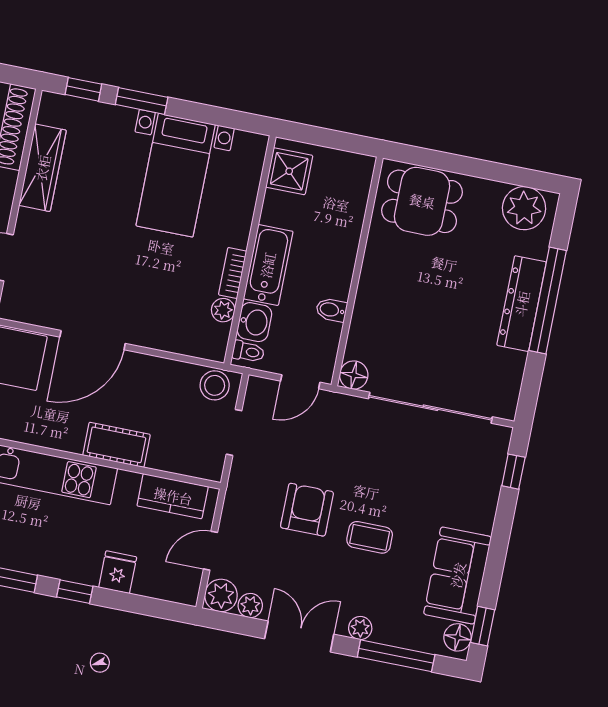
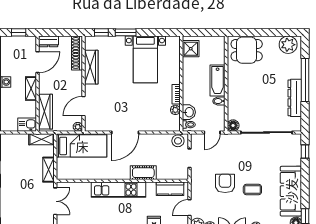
bathtub: (268, 265) -> (218, 80), moved, turned 180
dresser: (522, 304) -> (295, 98), moved
sofa: (458, 575) -> (291, 191), width x1.36

